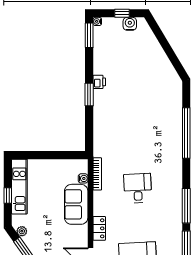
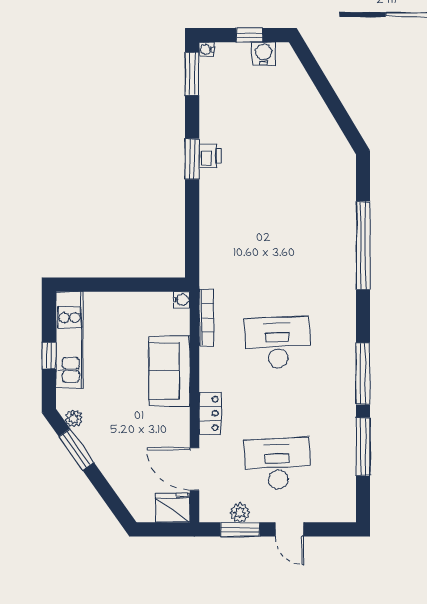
window: (89, 94) -> (192, 159), moved
water cooler: (83, 178) -> (181, 300), moved
desk: (138, 188) -> (278, 343), width x1.37

